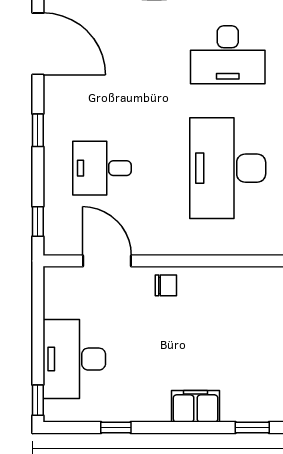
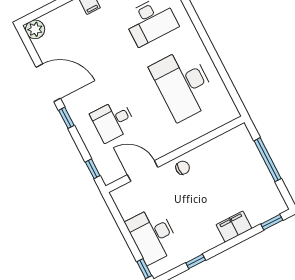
door: (38, 44) -> (48, 83), moved

